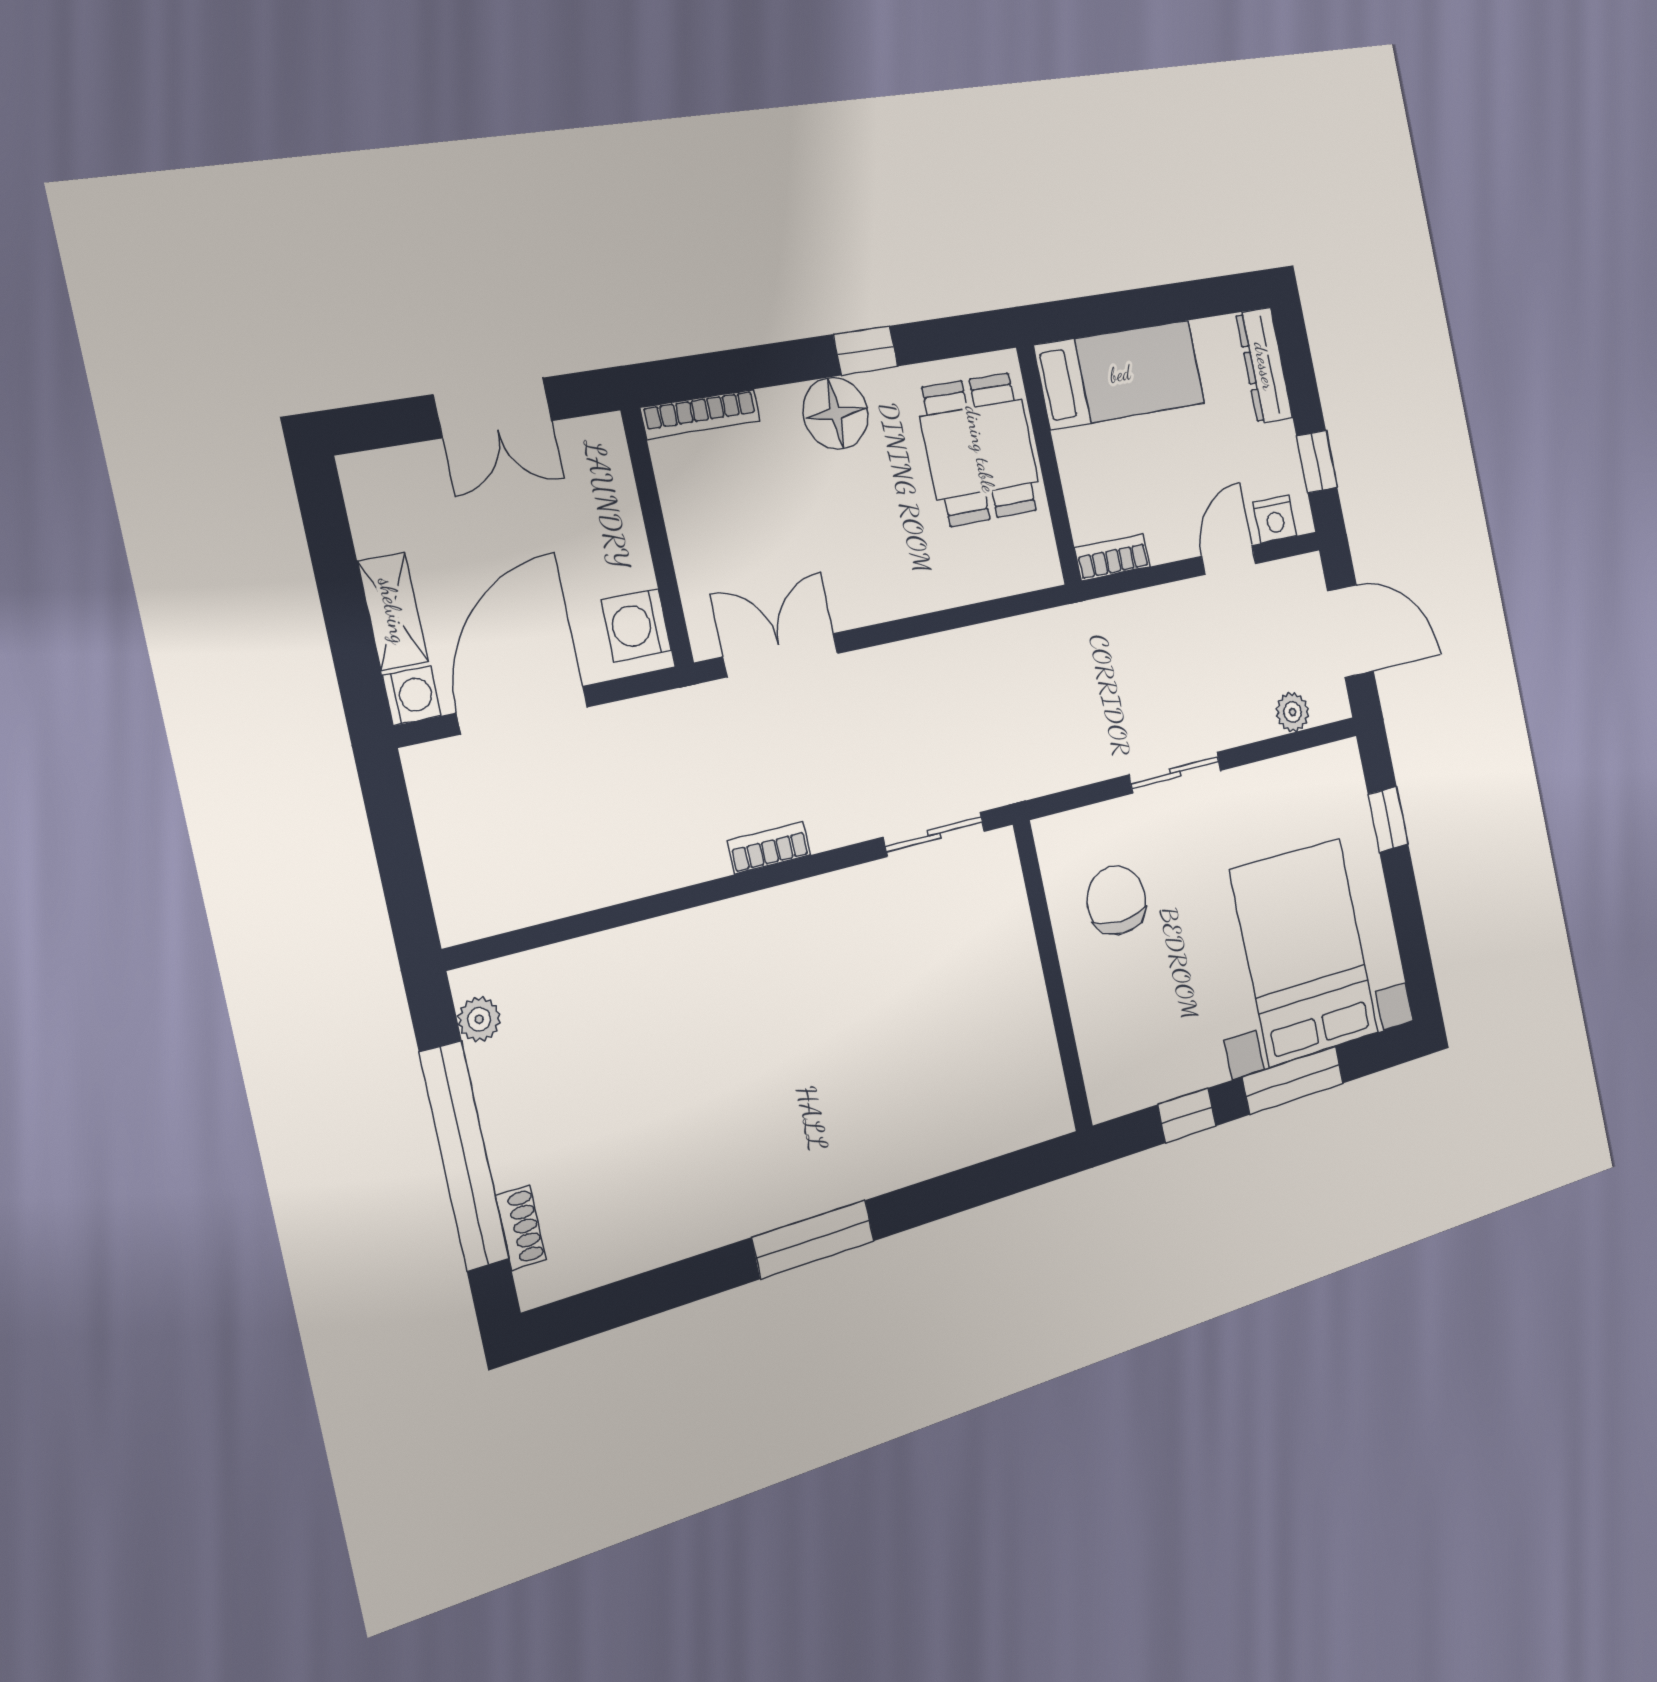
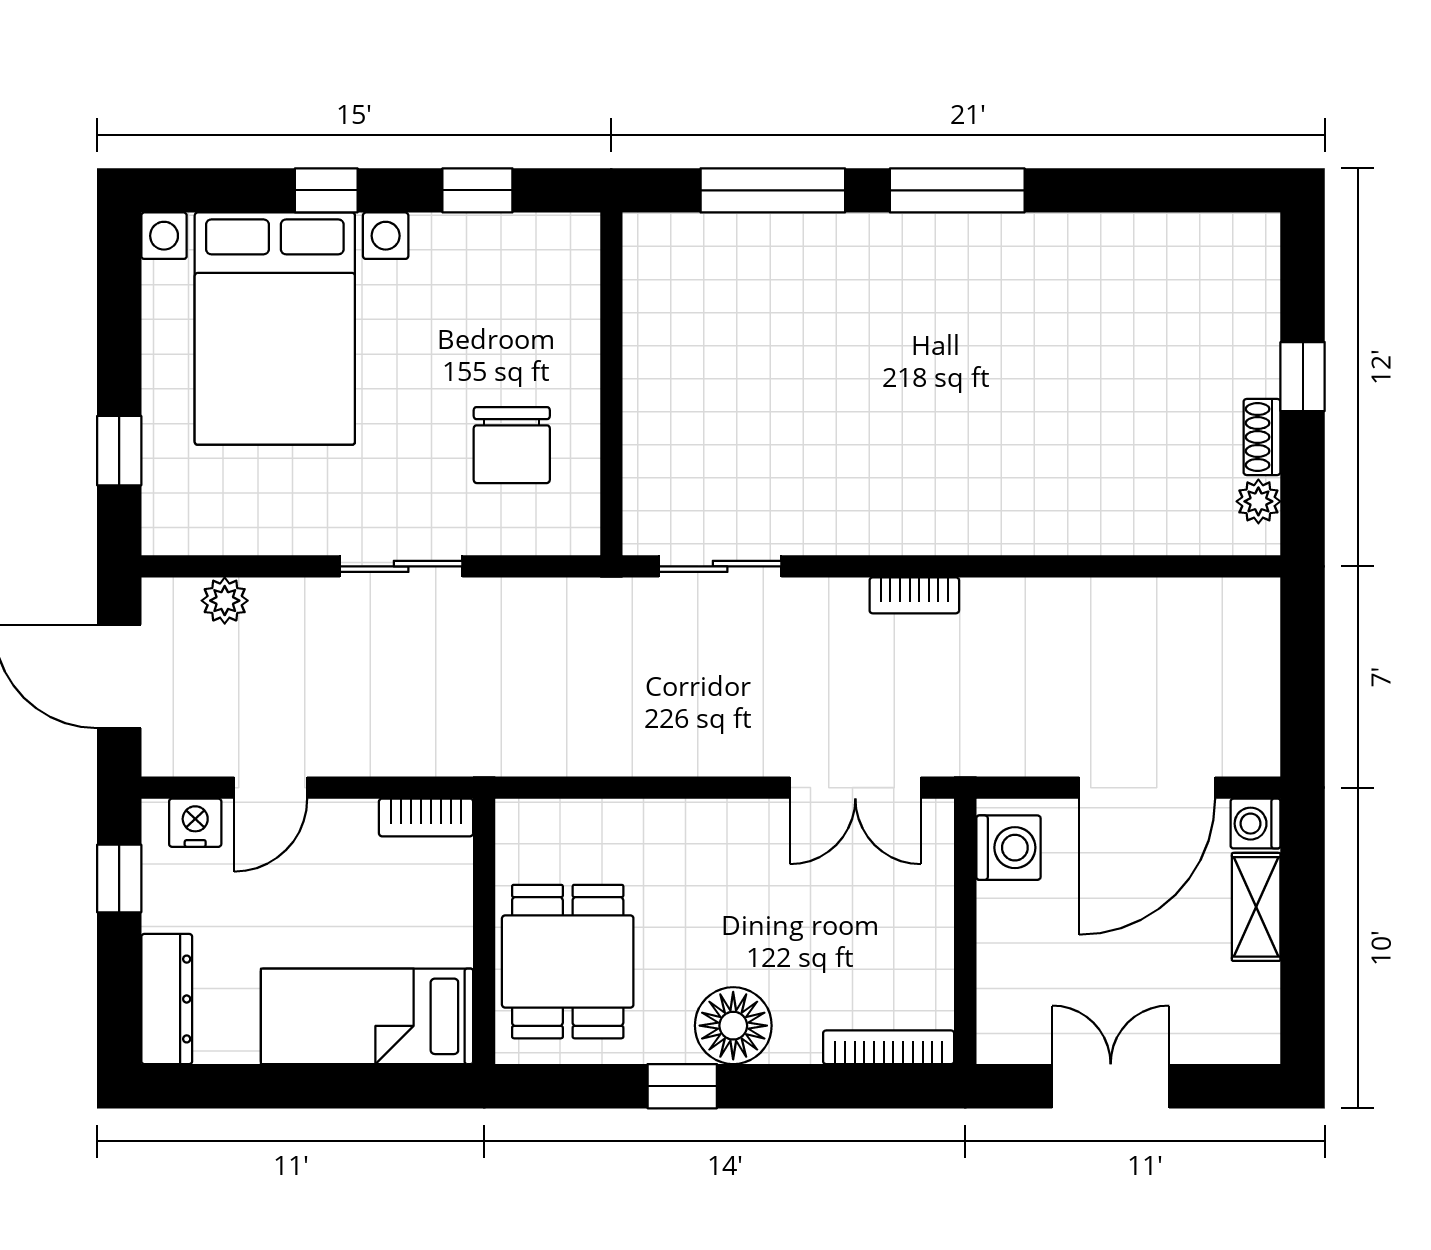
window: (1293, 1080) -> (326, 190), width x0.46
window: (464, 1156) -> (1303, 377), width x0.32
window: (964, 1189) -> (773, 190), added
shoe rack: (521, 1227) -> (1262, 437), moved

